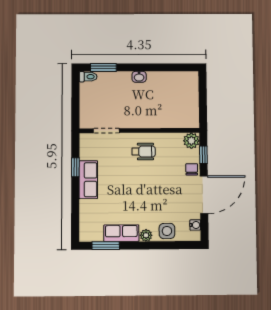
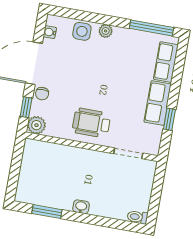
window: (103, 67) -> (47, 212), moved
wheelchair: (144, 152) -> (91, 123), width x1.36, depth x1.37
row of seats: (121, 233) -> (166, 62), moved, turned 90
window: (106, 246) -> (152, 28), width x1.44

